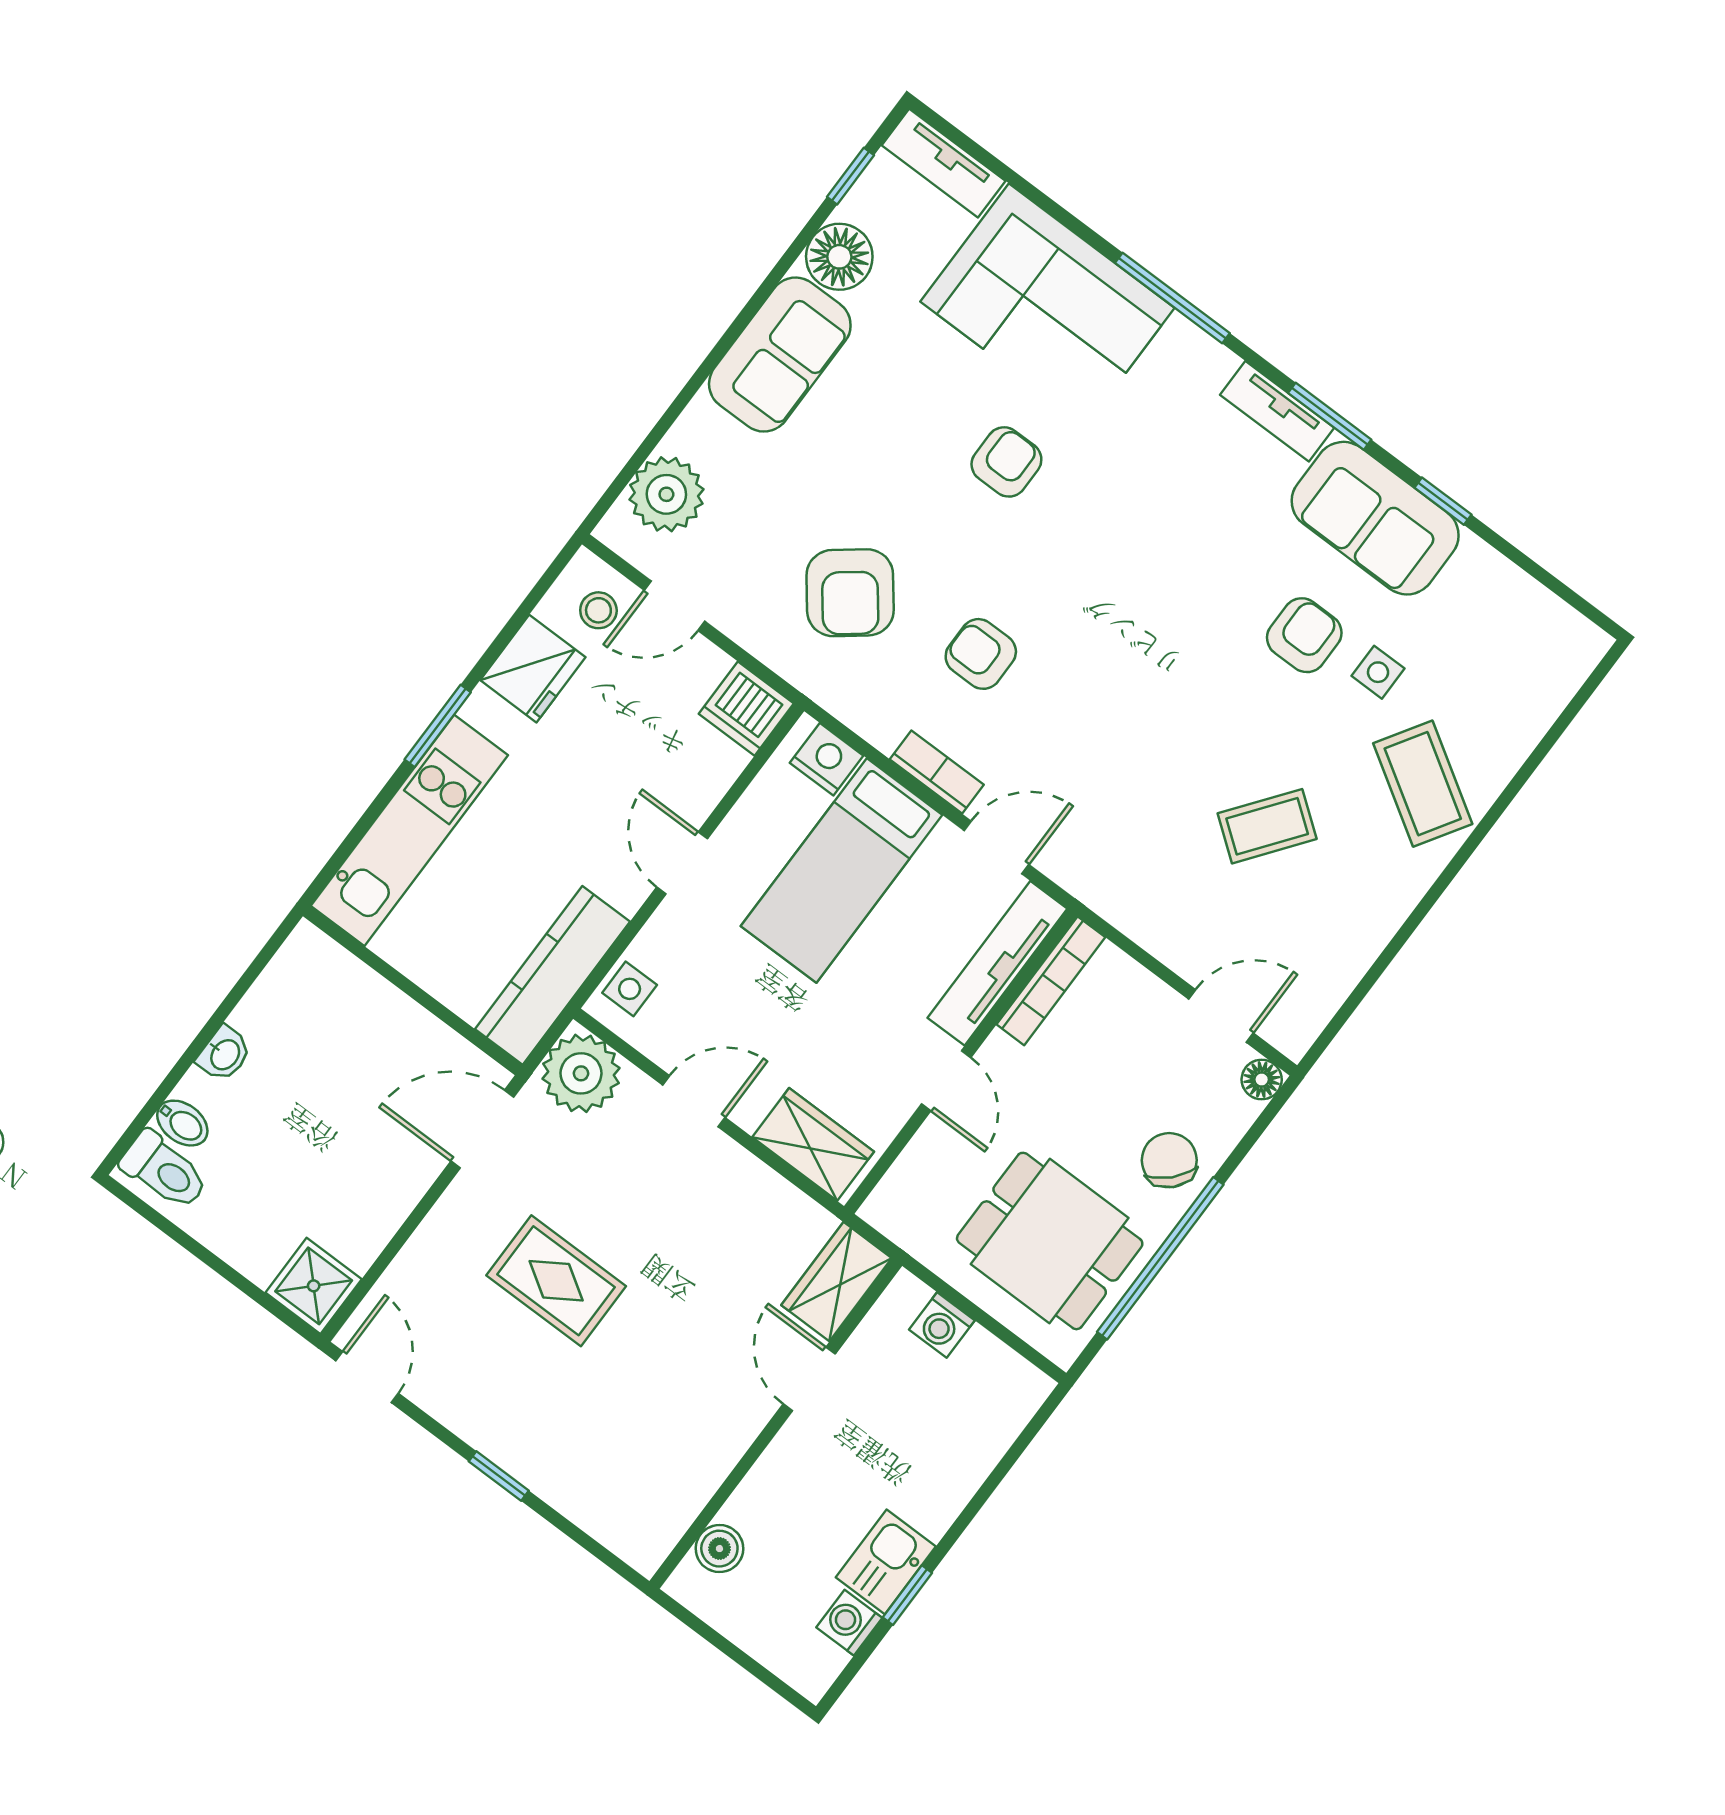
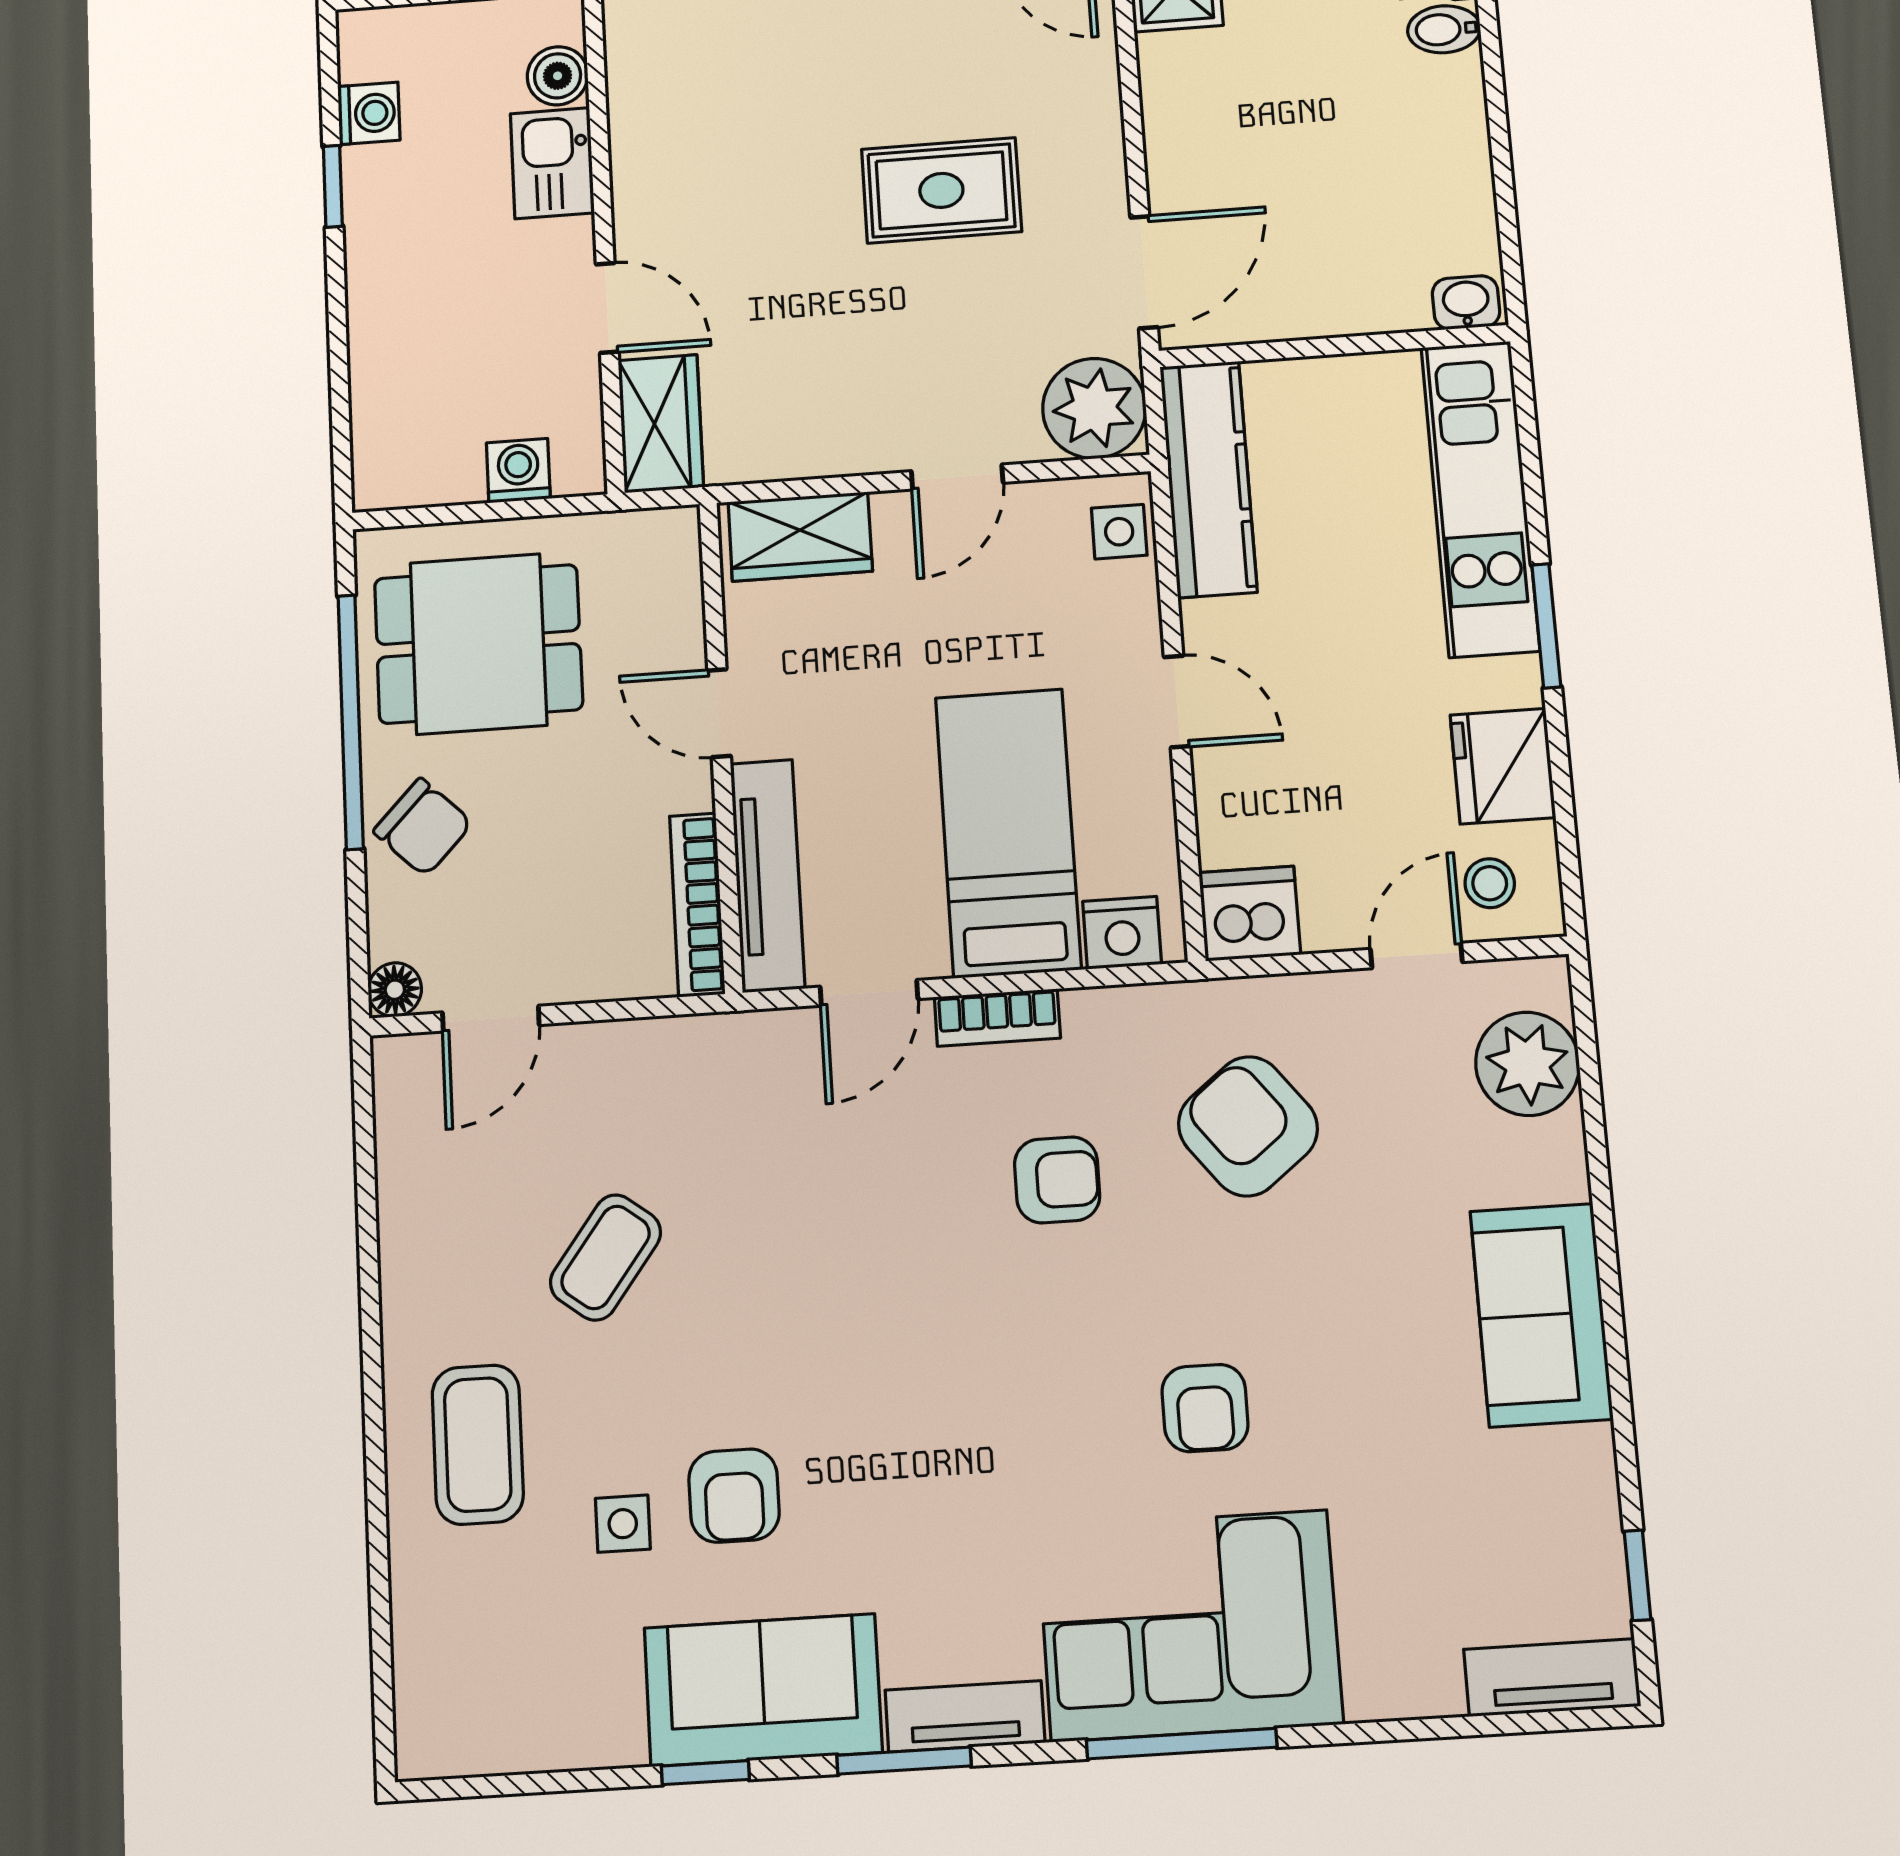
floor lamp: (839, 257) -> (1572, 1476), removed
corner sofa: (1047, 305) -> (1189, 1626), moved
coffee table: (1423, 784) -> (478, 1445), turned 58
washbasin: (224, 1054) -> (1466, 303), moved, turned 90
kitchen sink: (886, 1562) -> (552, 163), moved, turned 180

